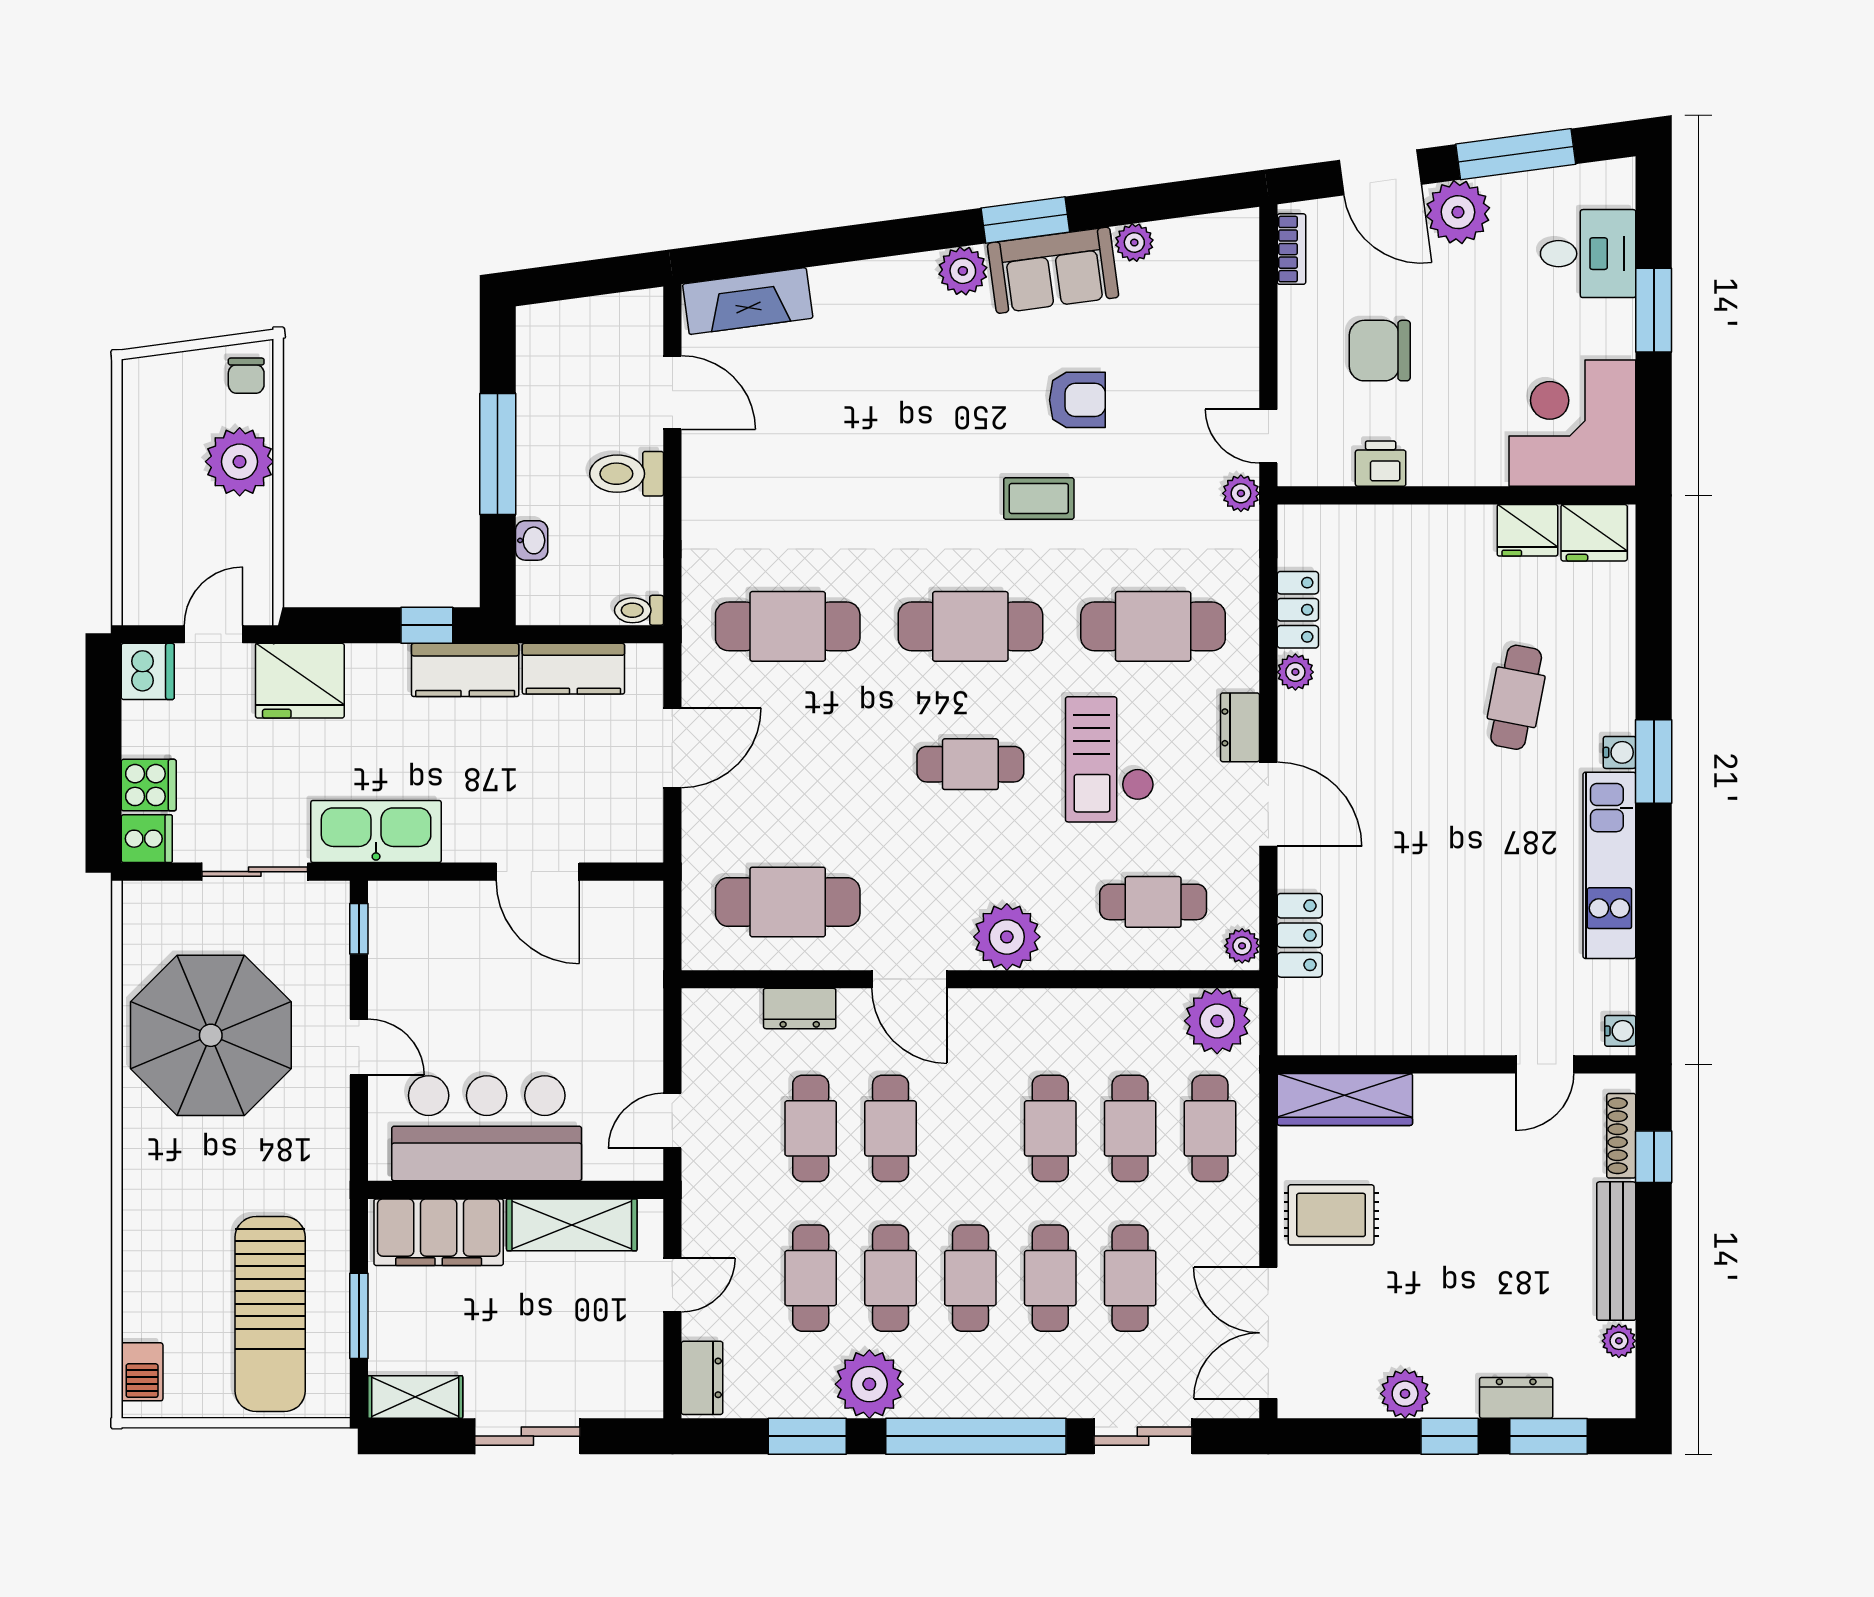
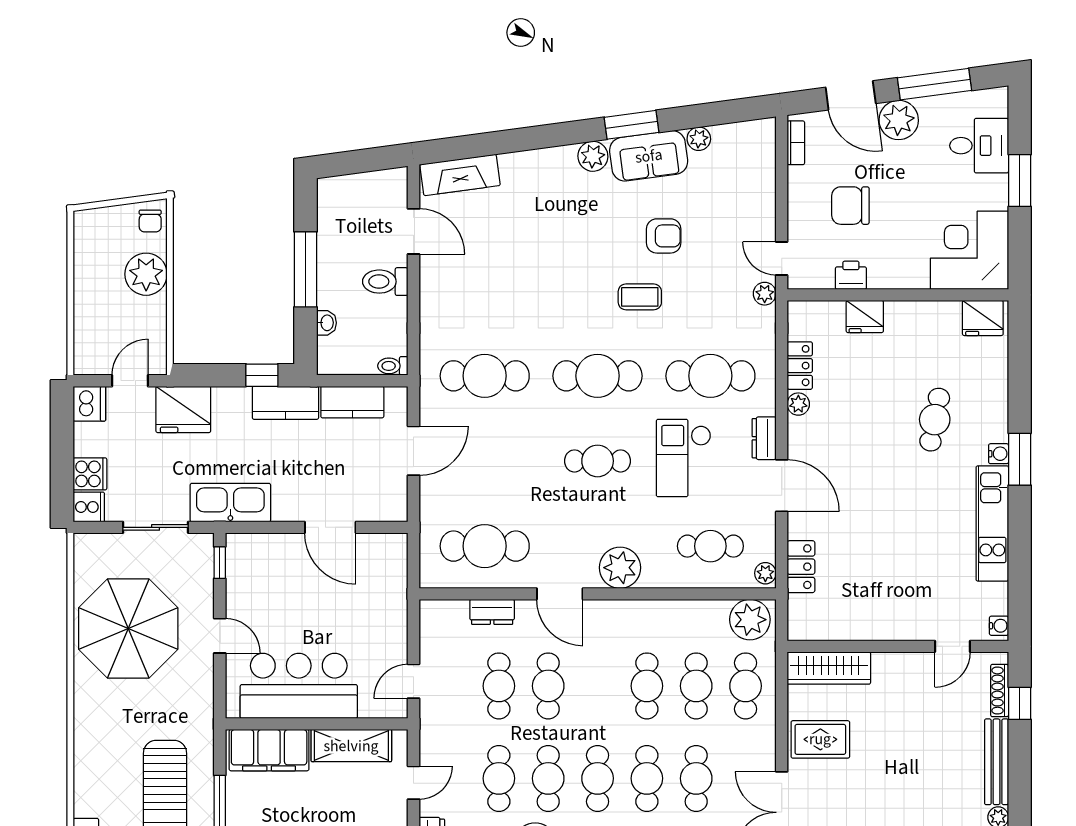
fridge: (1527, 530) -> (865, 316), moved

